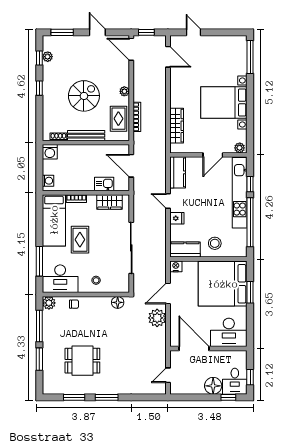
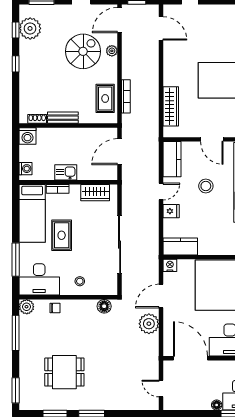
door: (131, 49) -> (120, 20), hinge flipped
plant: (48, 57) -> (30, 28), width x1.88, depth x1.88
plant: (124, 91) -> (112, 51), moved
spiral stairs: (84, 96) -> (83, 51), moved
bench: (86, 136) -> (63, 118), width x0.73
door: (213, 155) -> (212, 139), hinge flipped
door: (131, 166) -> (120, 152), hinge flipped
kitchen sink: (104, 184) -> (66, 172), moved
door: (168, 201) -> (161, 191), swing flipped
stool: (215, 243) -> (206, 186), moved
window: (39, 359) -> (16, 390), moved
door: (168, 375) -> (161, 389), hinge flipped
floor lamp: (213, 386) -> (217, 405), width x0.53, depth x0.53

